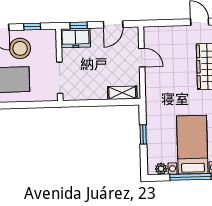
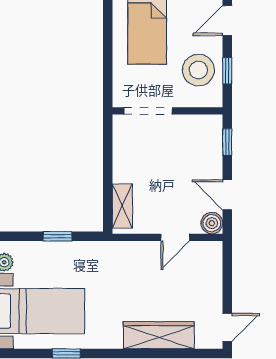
boiler: (132, 34) -> (212, 223), added
freezer: (76, 38) -> (208, 137), removed
stool: (20, 48) -> (198, 70), moved

